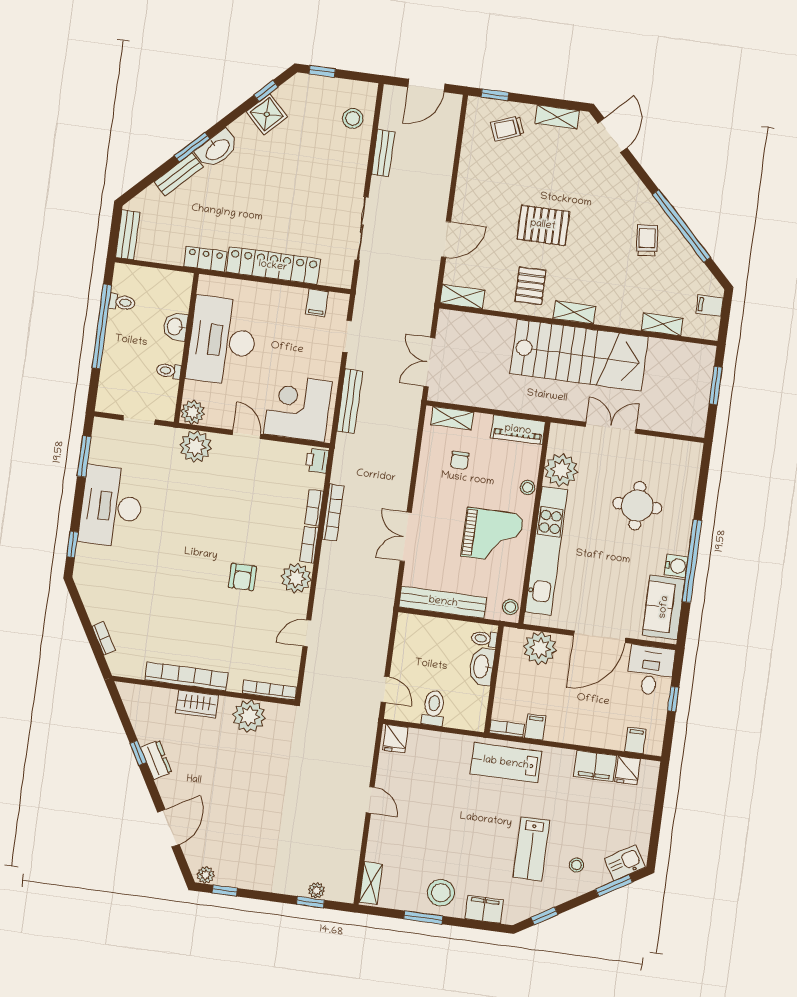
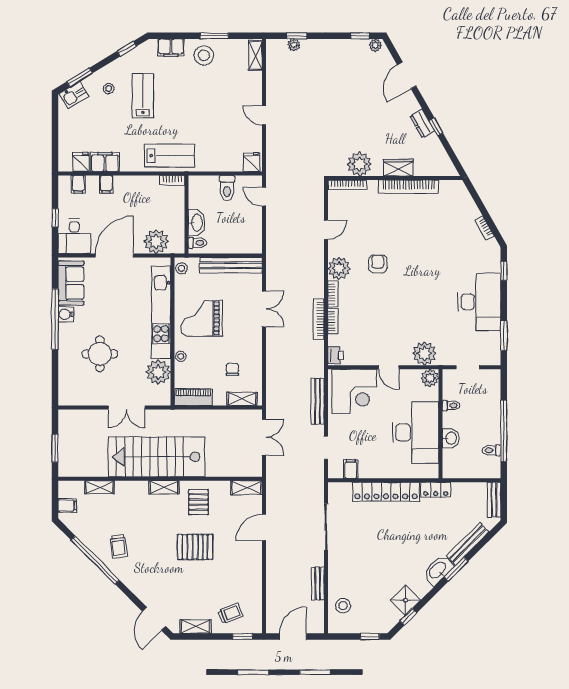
bench: (179, 174) -> (468, 544), width x1.36
bookcase: (104, 638) -> (485, 228), moved
filing cabinet: (535, 727) -> (106, 184), moved

